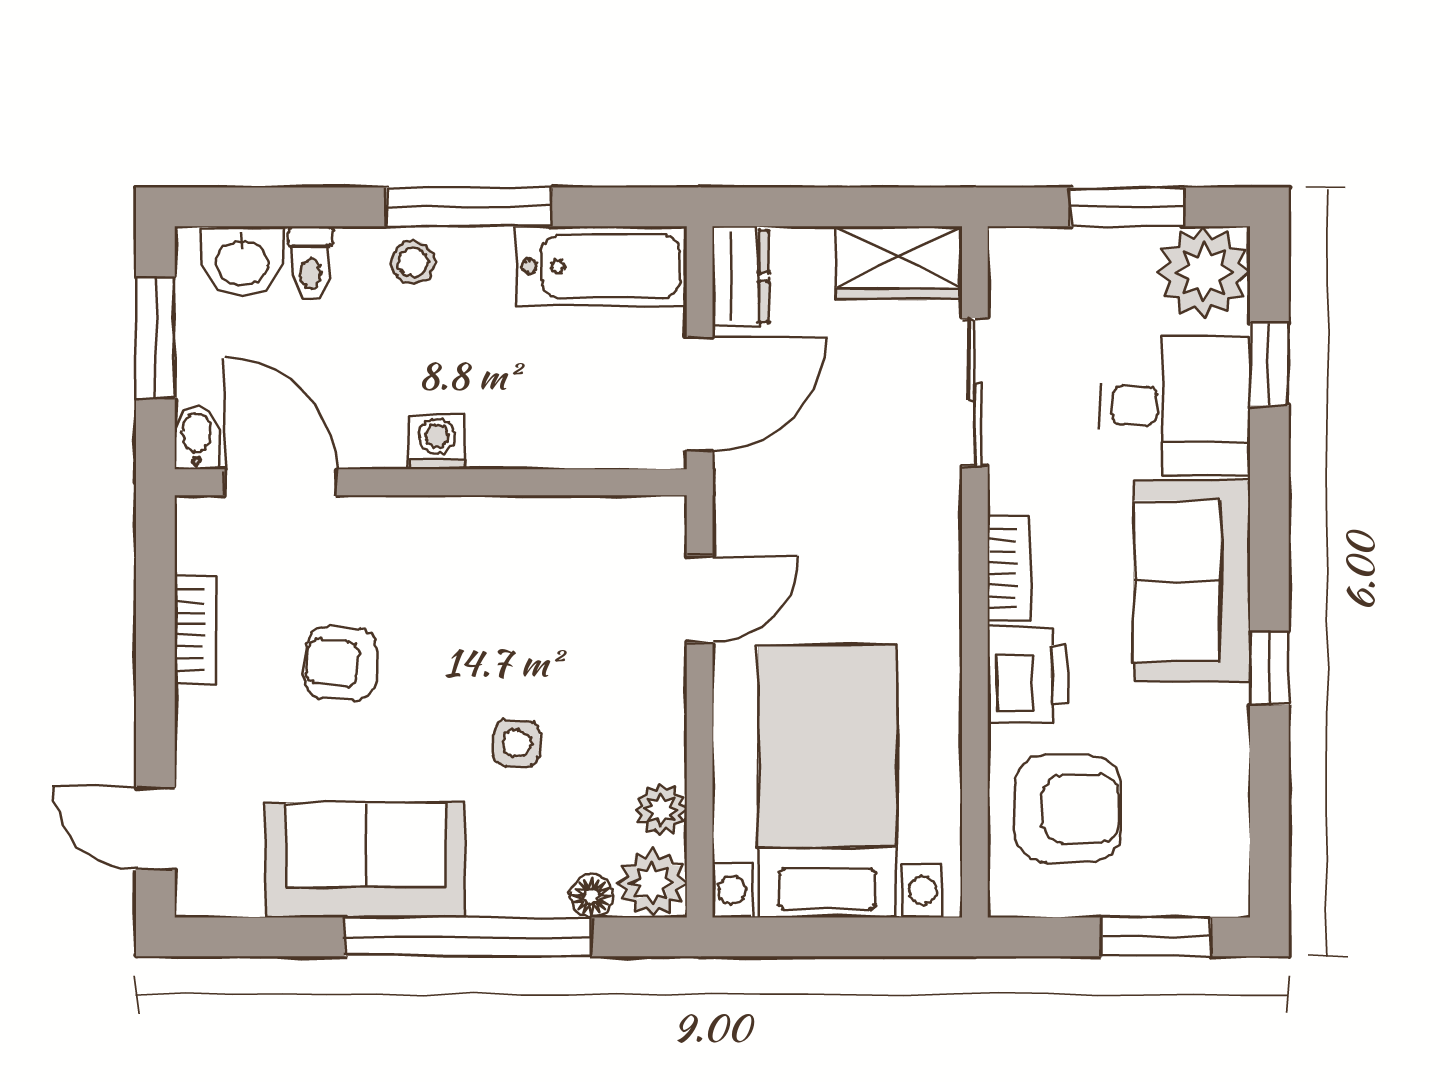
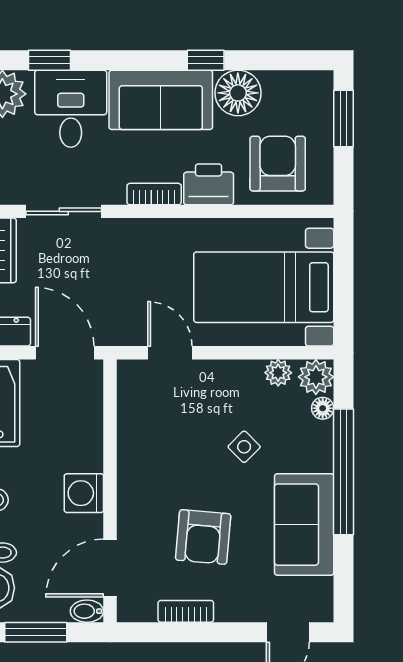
washing machine: (437, 442) -> (84, 493), width x1.38, depth x1.38
armchair: (341, 664) -> (203, 537), width x1.38, depth x1.38
floor lamp: (1206, 731) -> (238, 93), added
side table: (516, 743) -> (244, 447), turned 45

